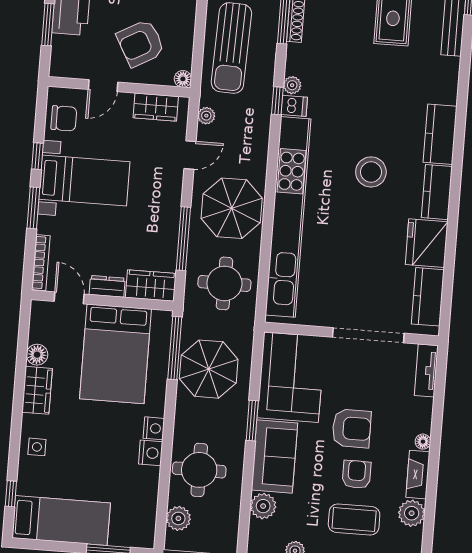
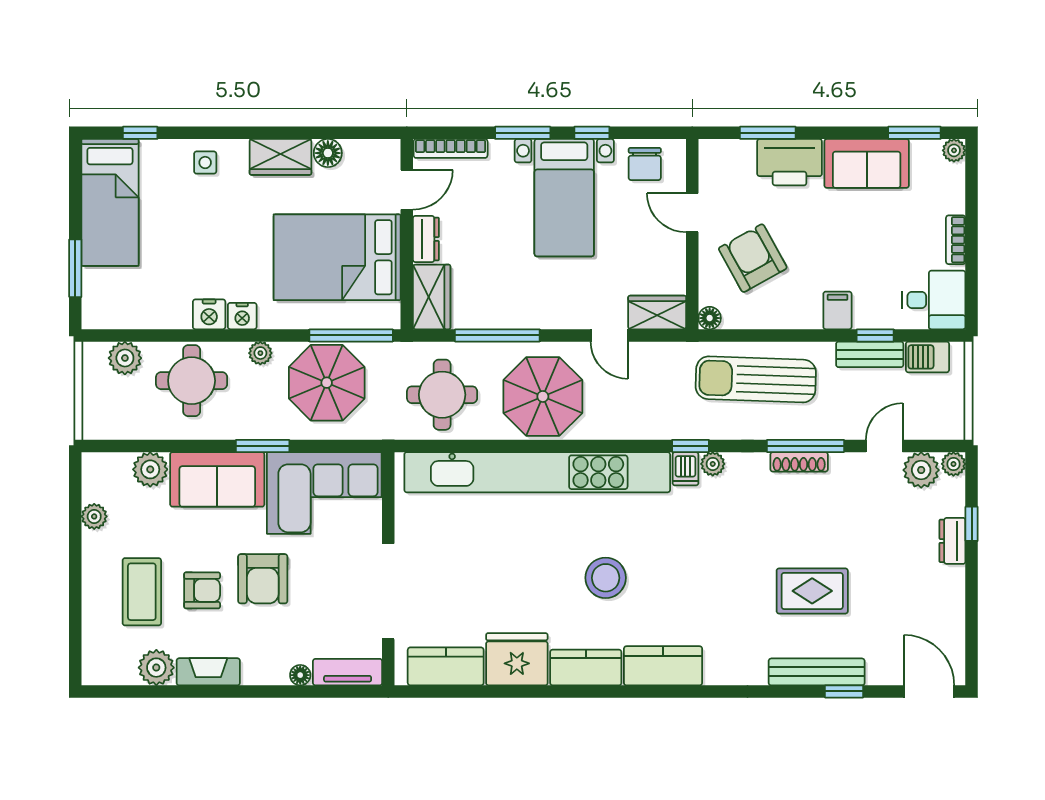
wardrobe: (156, 107) -> (657, 312), moved, turned 90
plant: (206, 116) -> (260, 353), moved
floor lamp: (423, 442) -> (300, 675), moved

